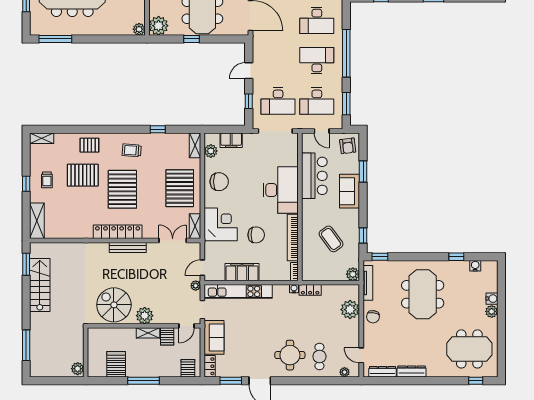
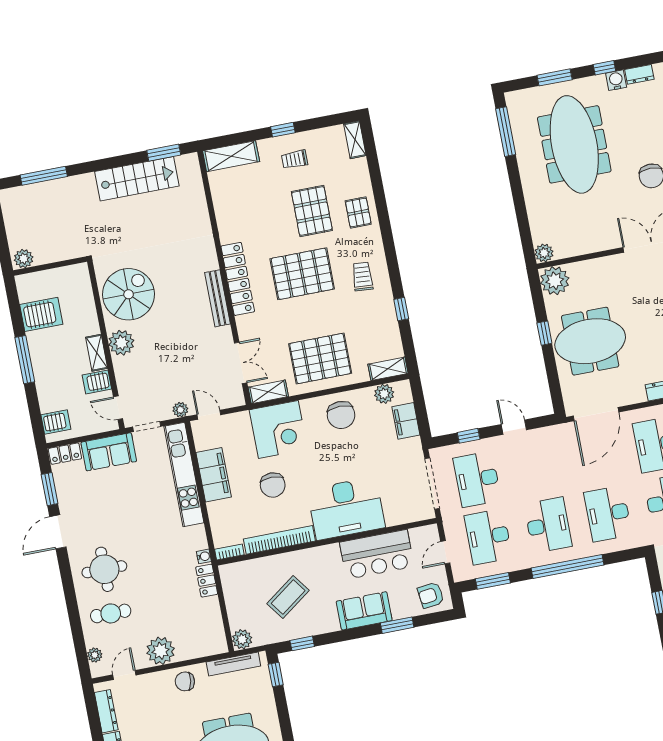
plant: (350, 310) -> (161, 651), moved

